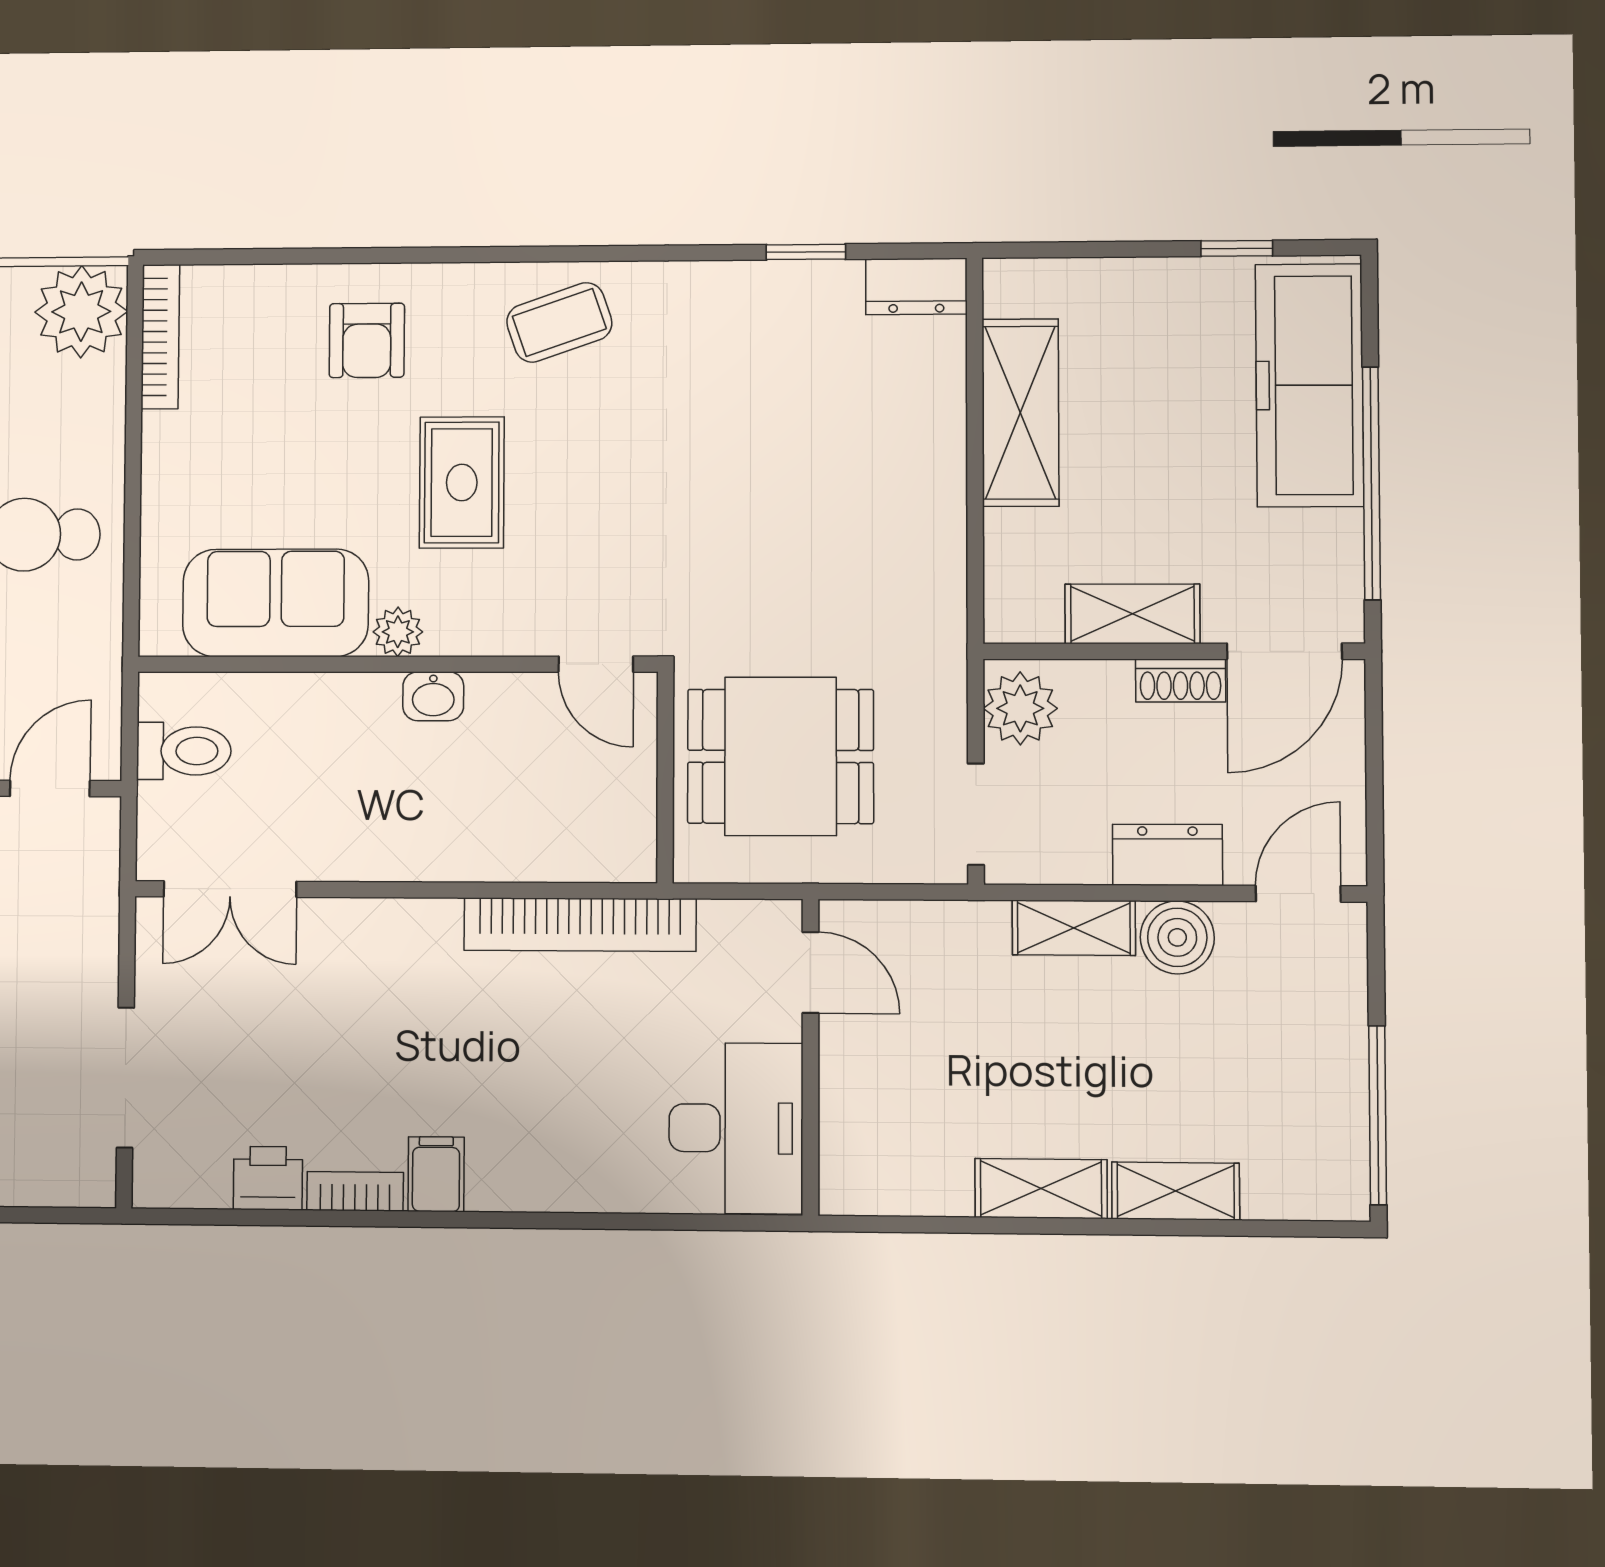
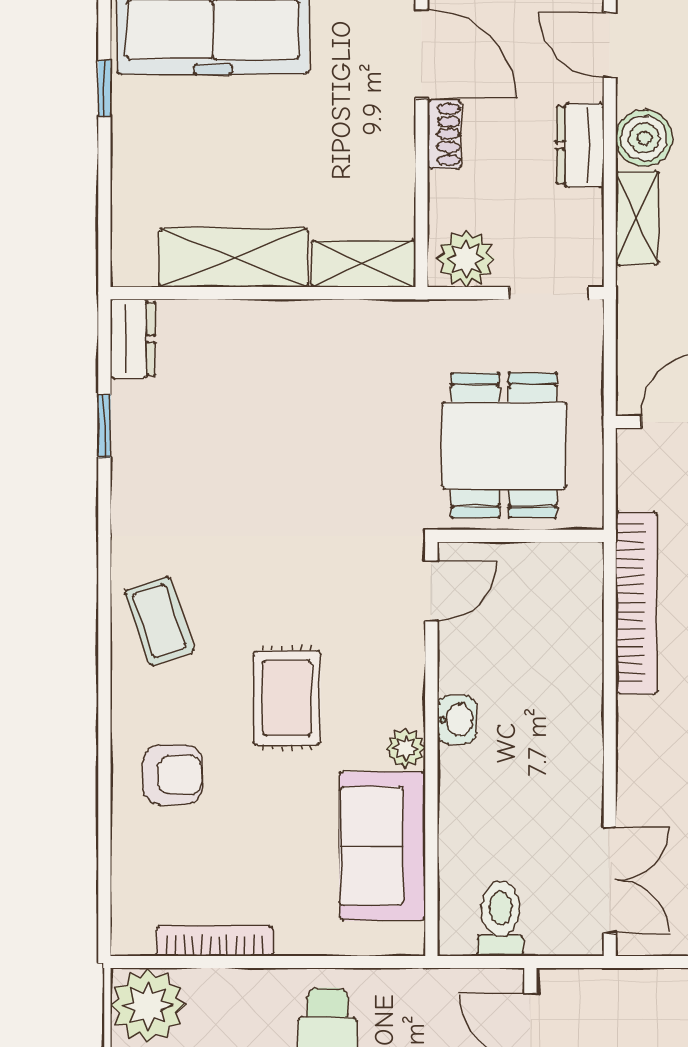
bookcase: (160, 337) -> (215, 941), moved
rug: (462, 483) -> (287, 698), turned 90
shelving: (1132, 614) -> (363, 264), moved, turned 90

